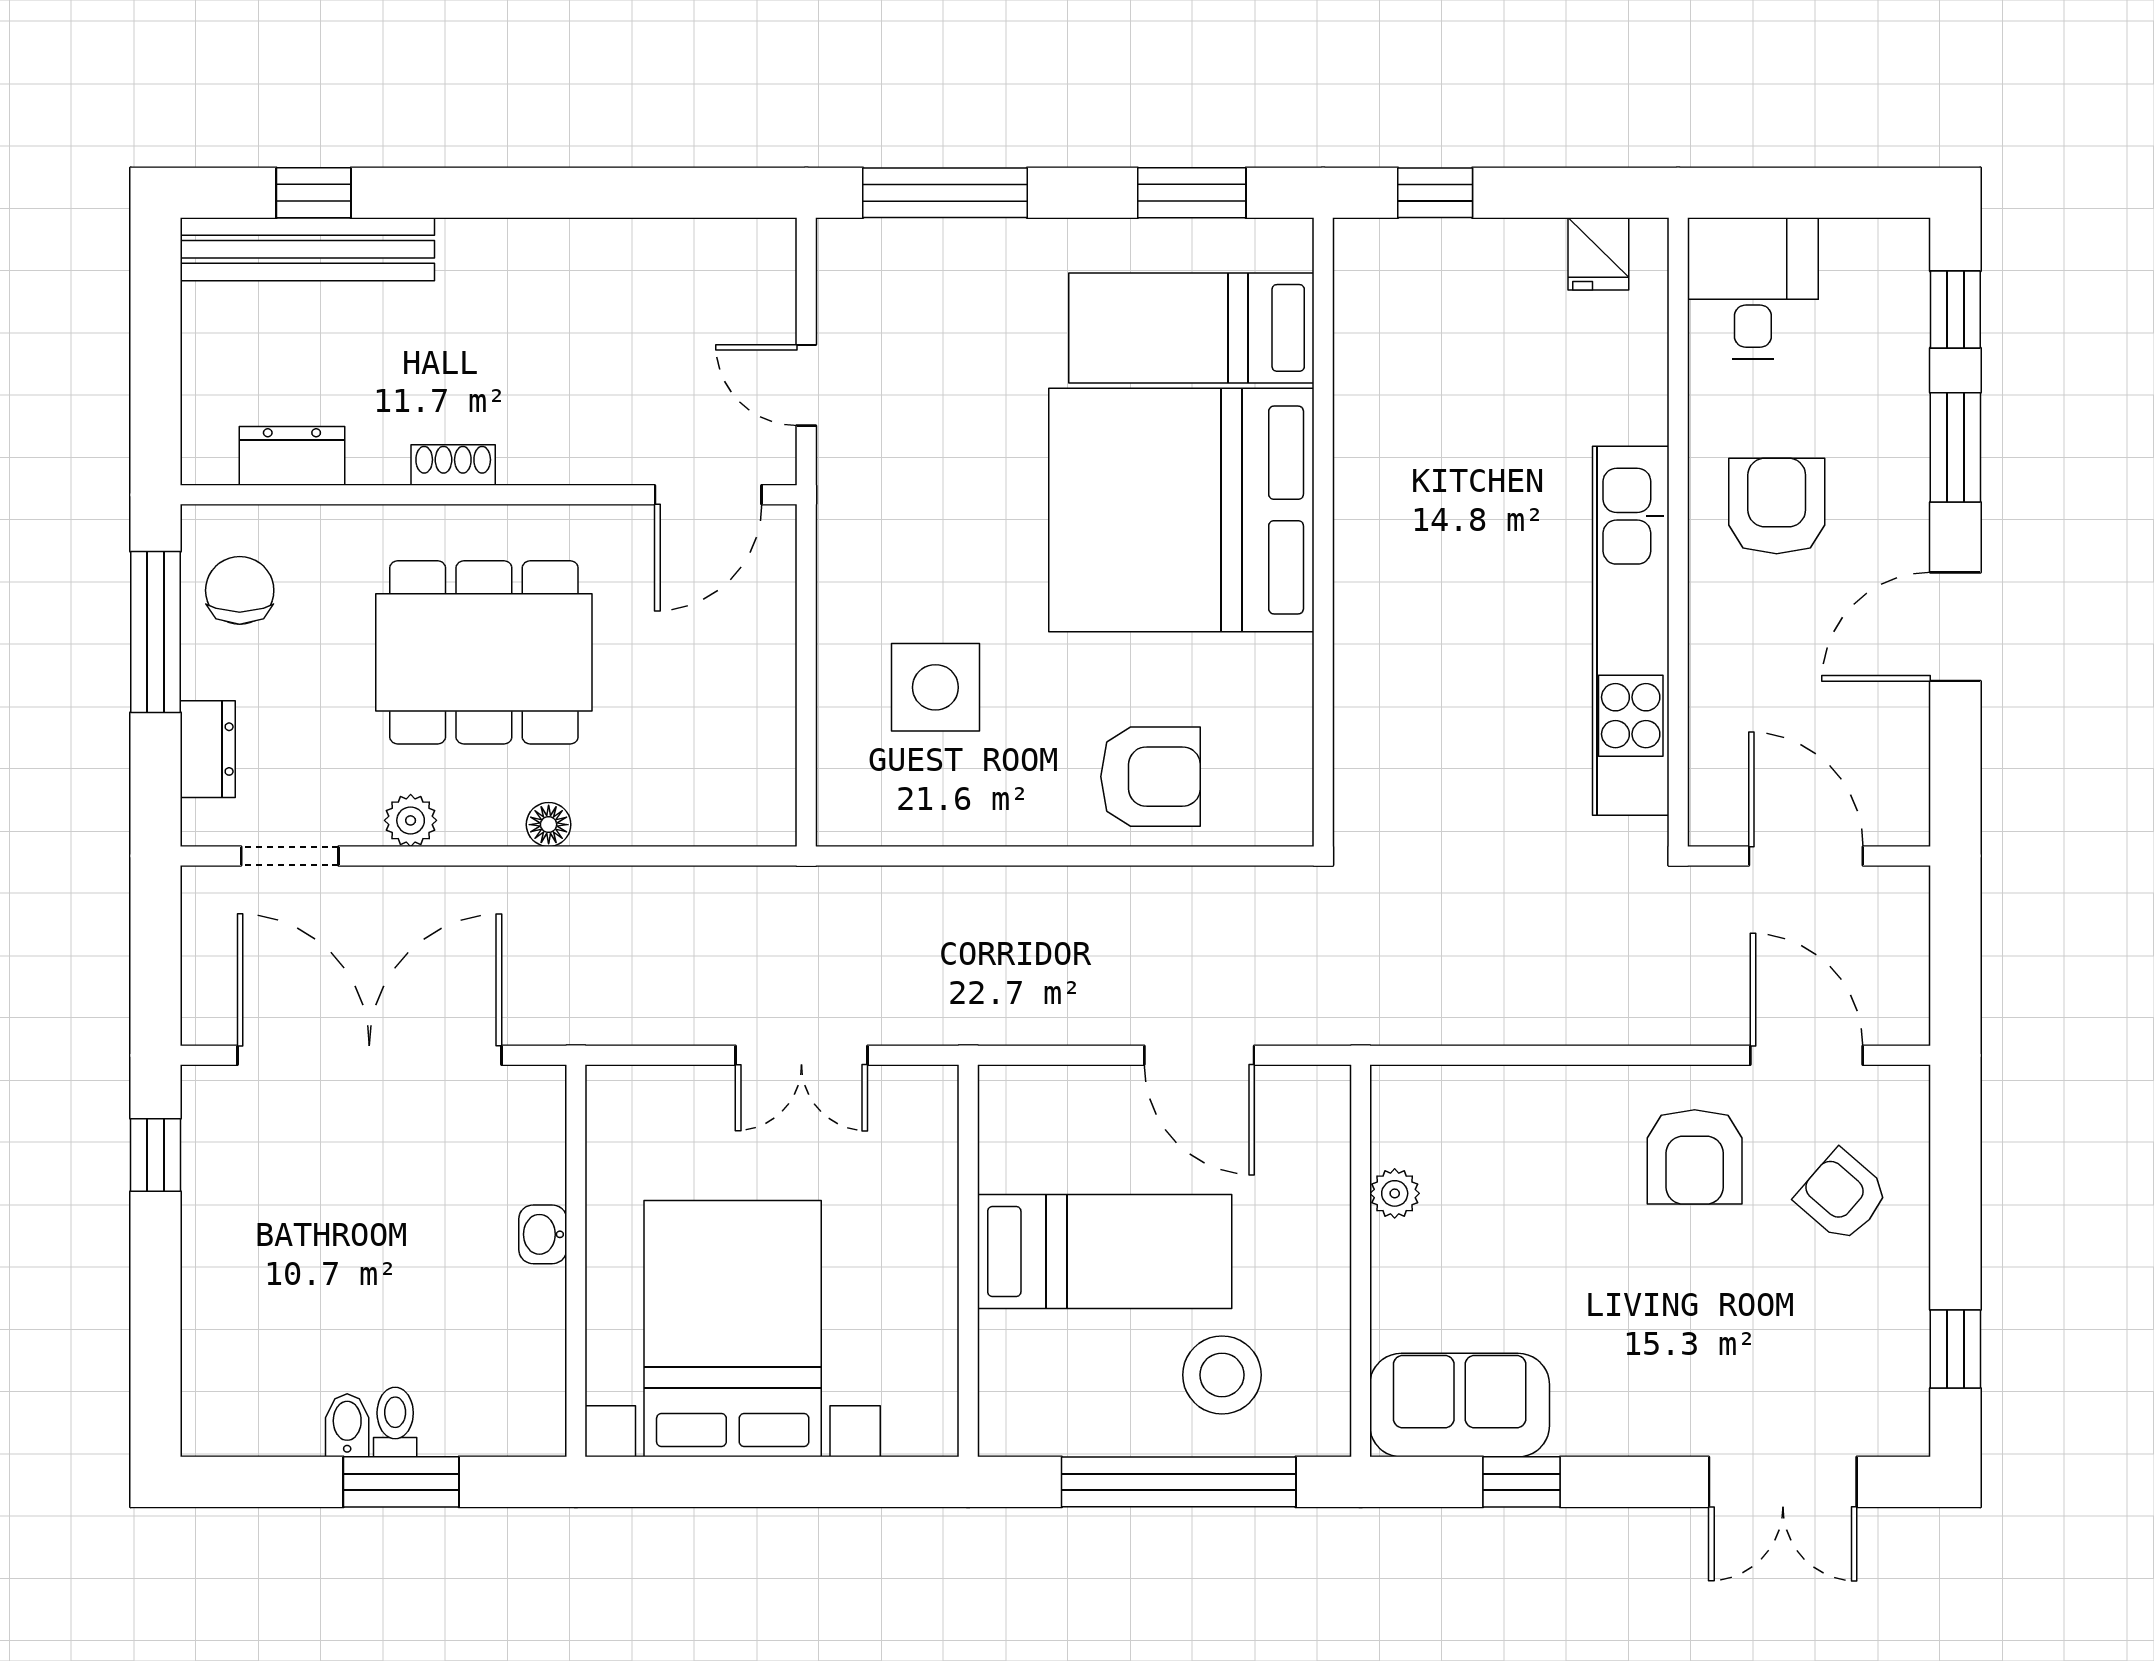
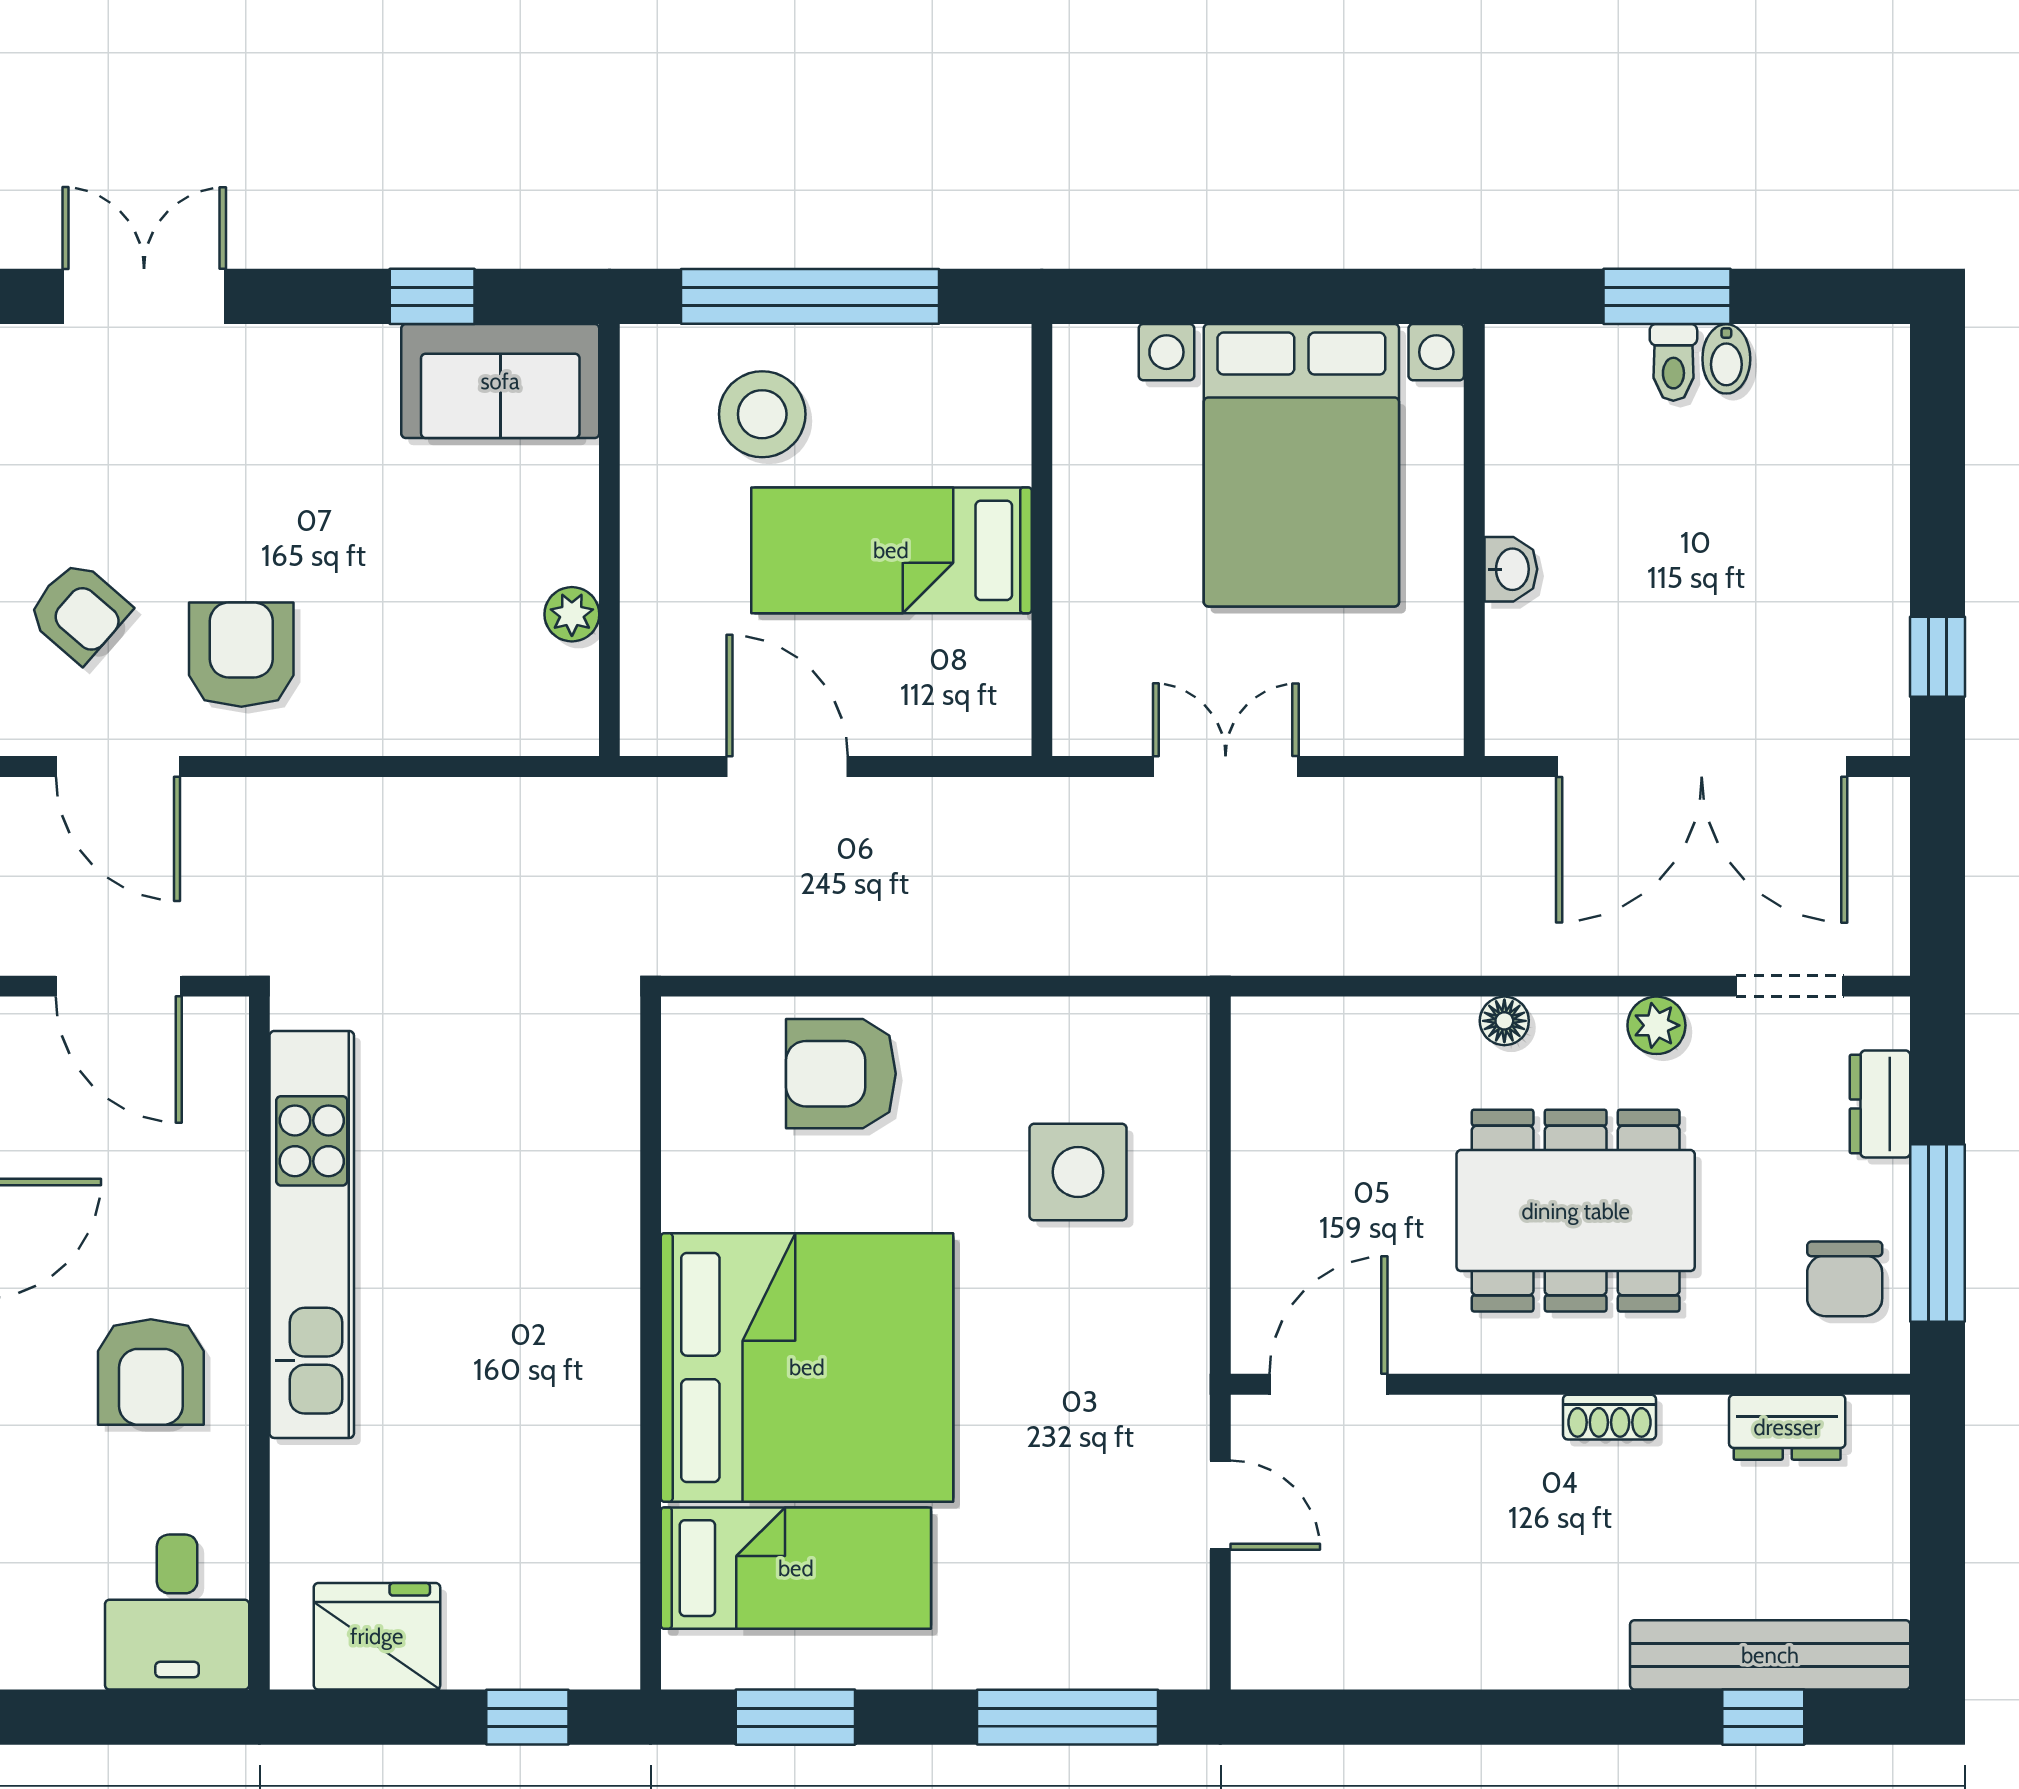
fridge: (1598, 254) -> (377, 1636), width x1.88, depth x1.34

